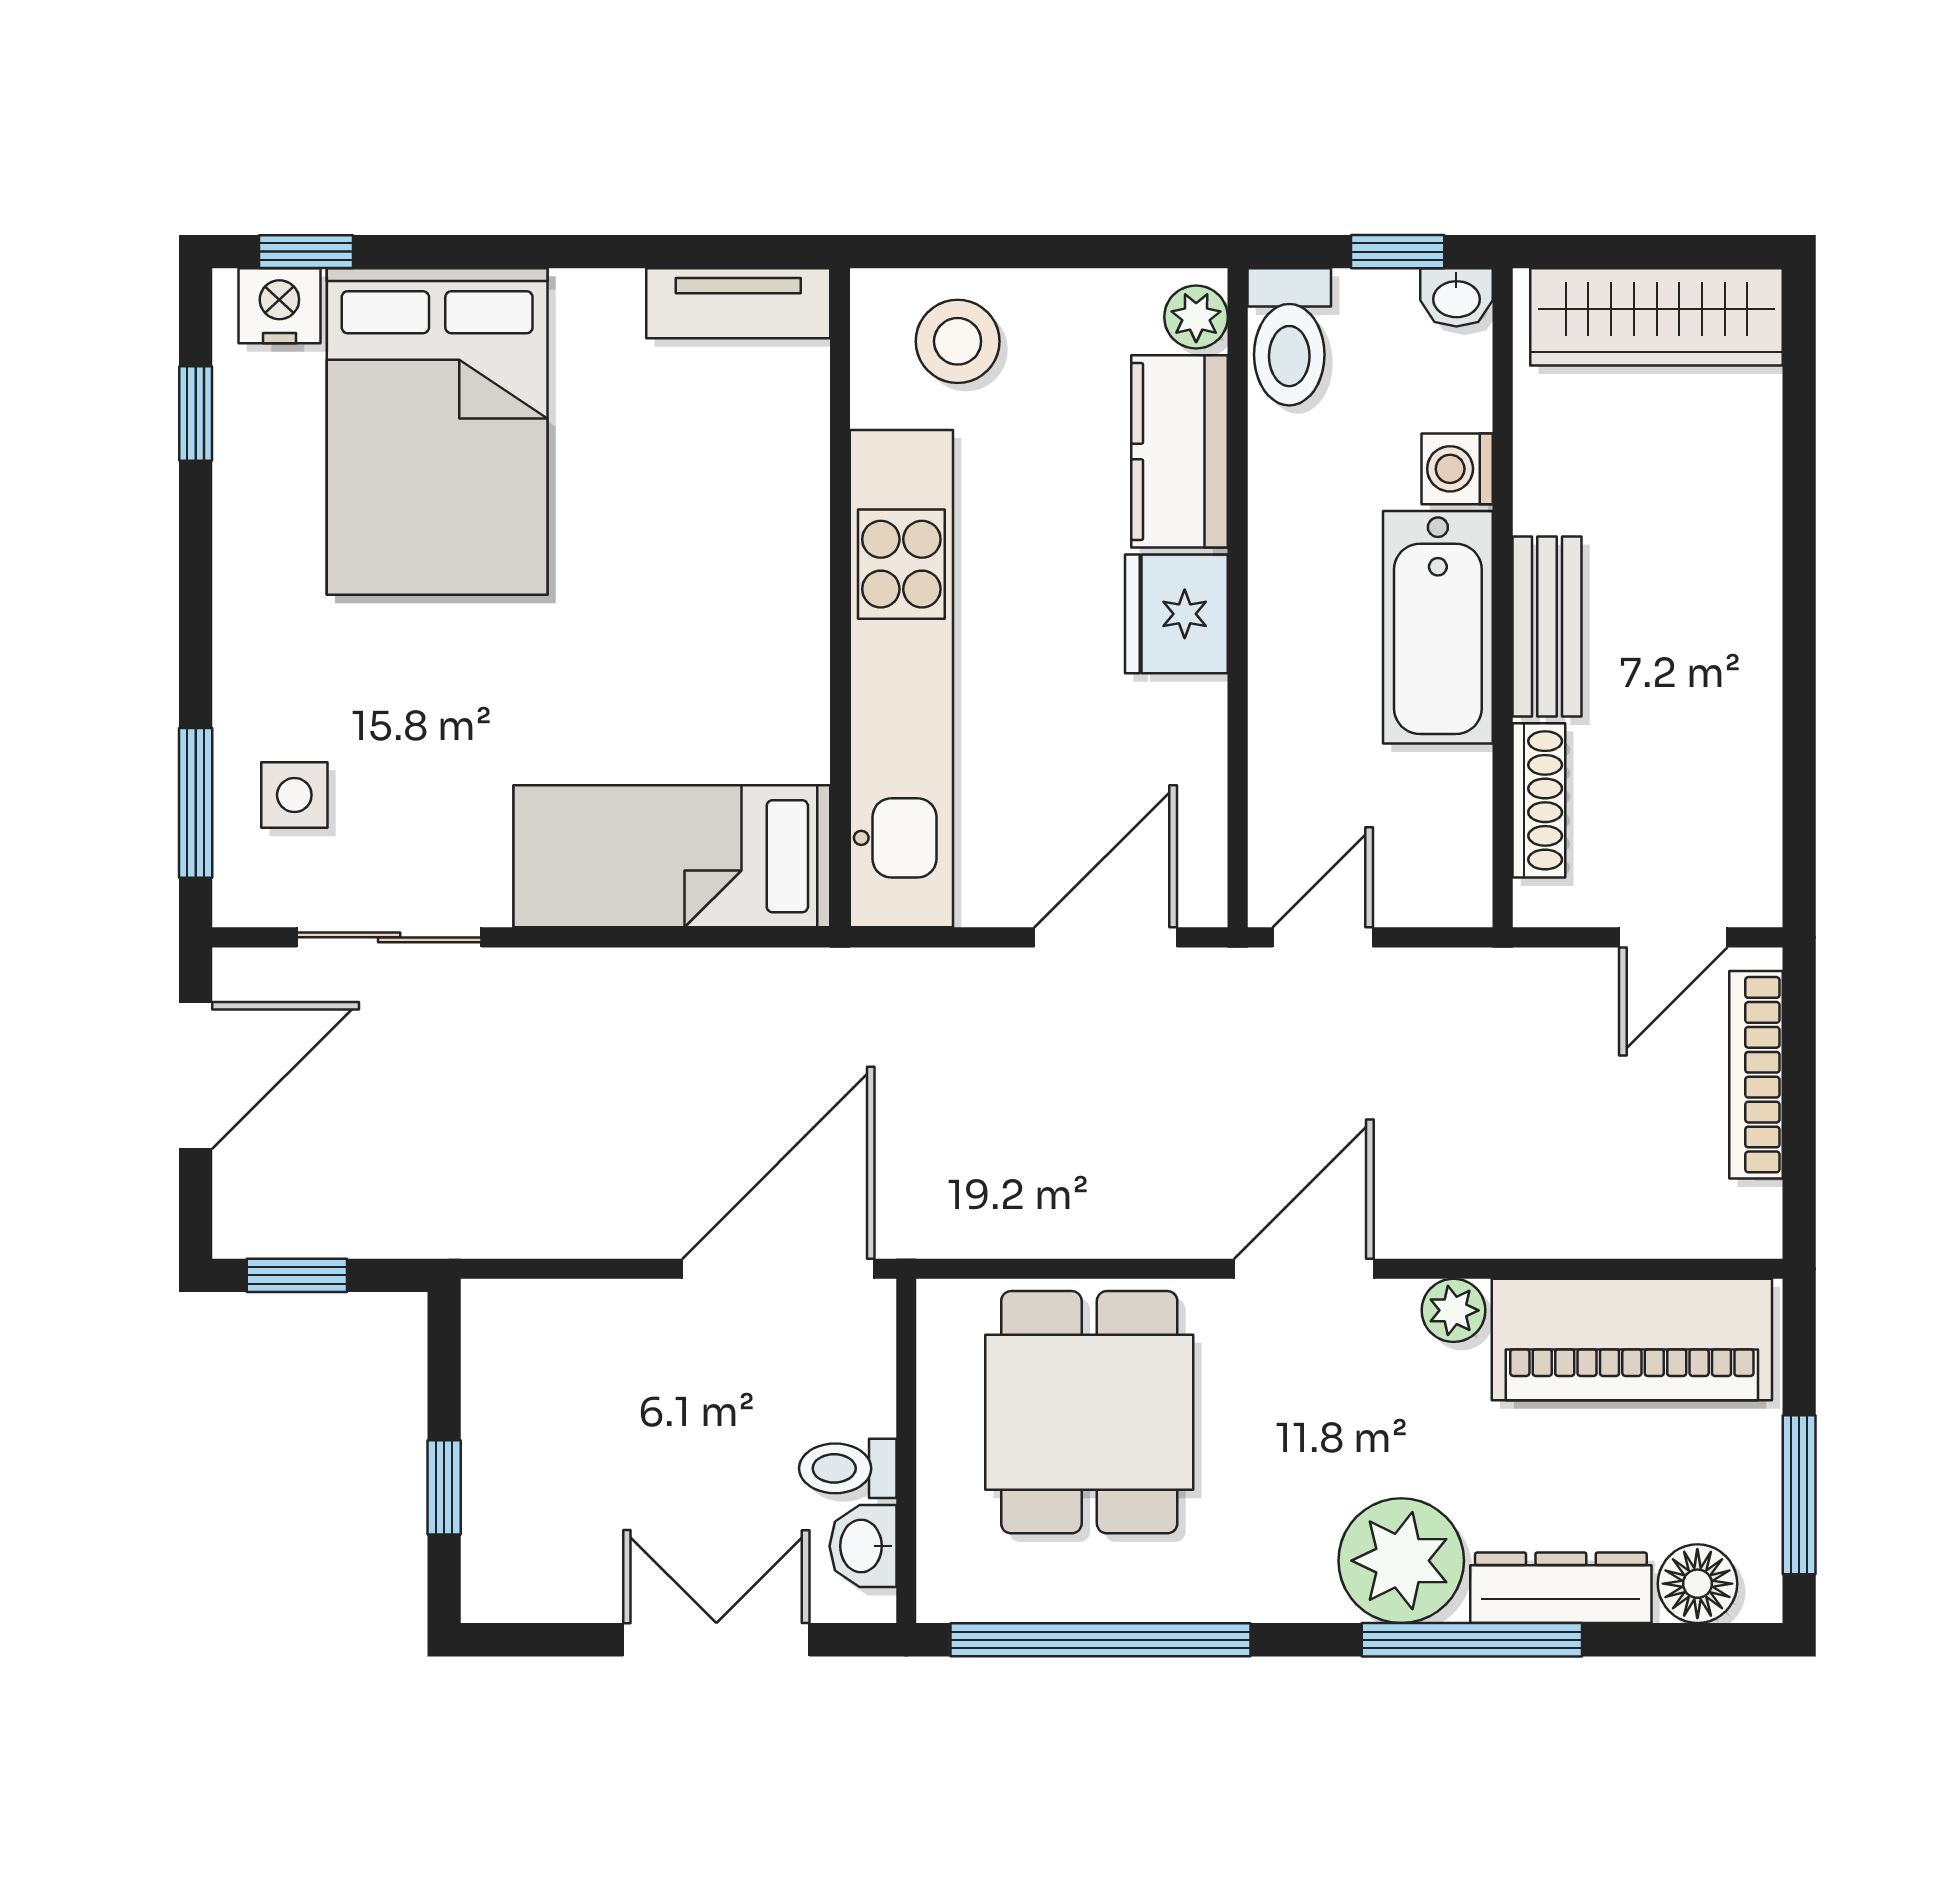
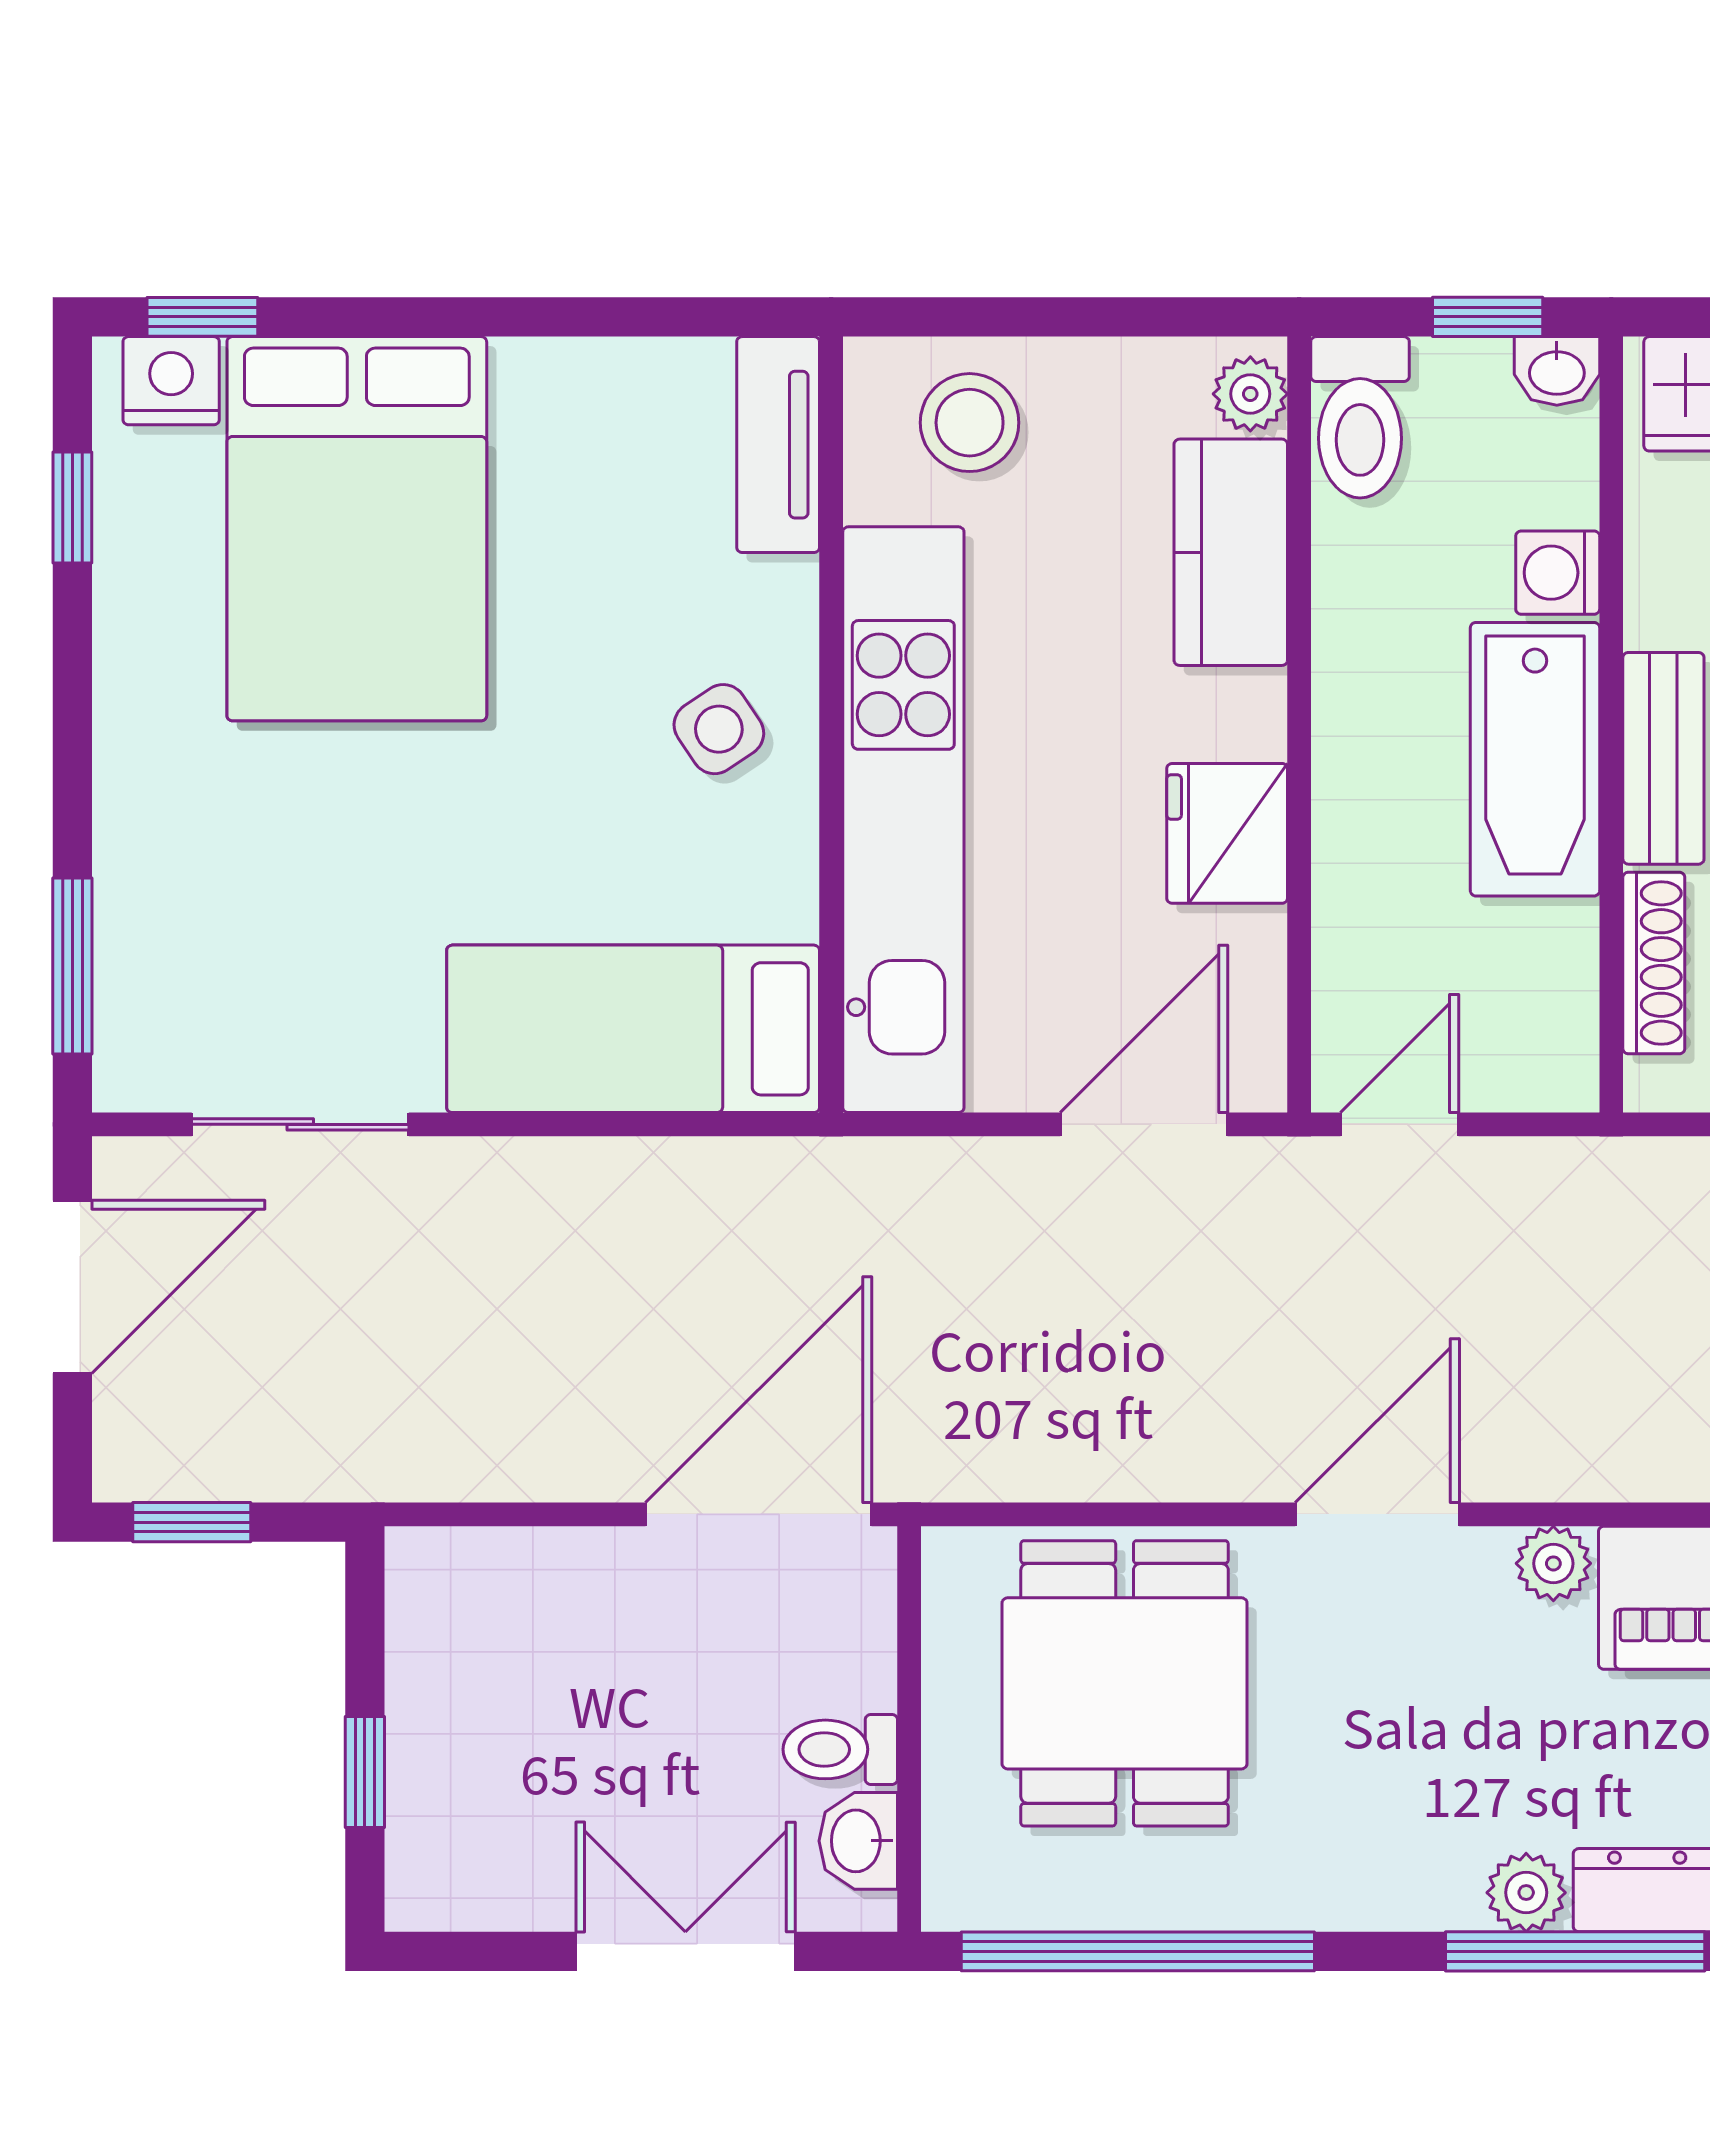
tv unit: (738, 303) -> (778, 445), moved, turned 90
fridge: (1176, 614) -> (1227, 833), moved
side table: (294, 795) -> (719, 729), moved, turned -34
plant: (1401, 1561) -> (1526, 1893), width x0.53, depth x0.53

